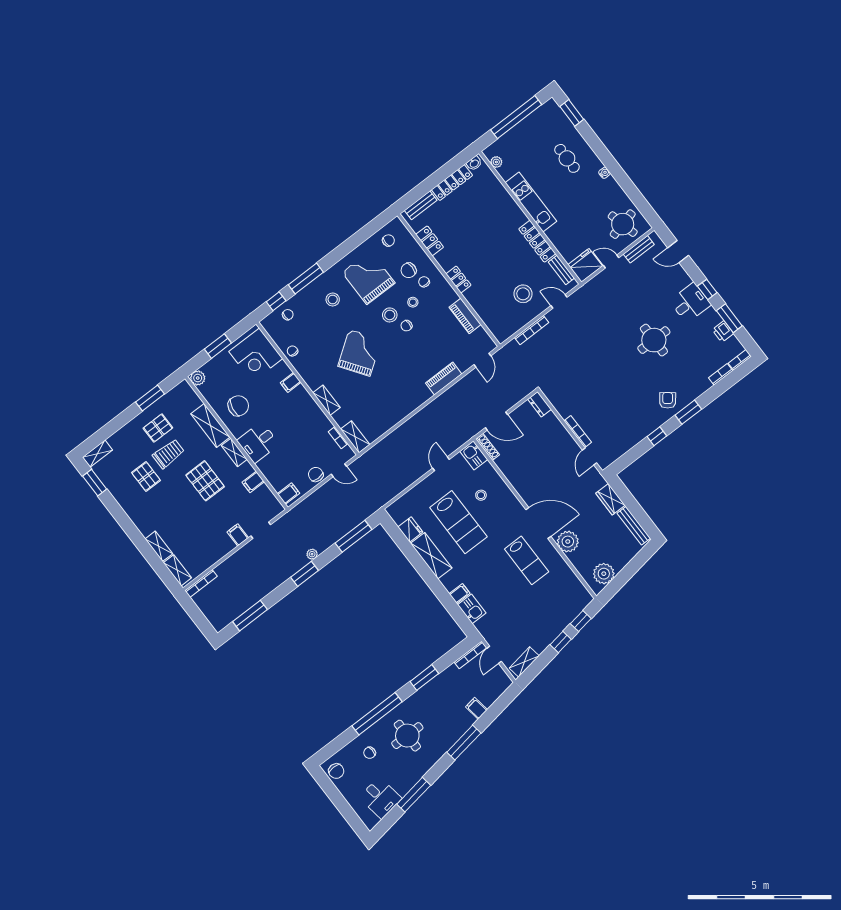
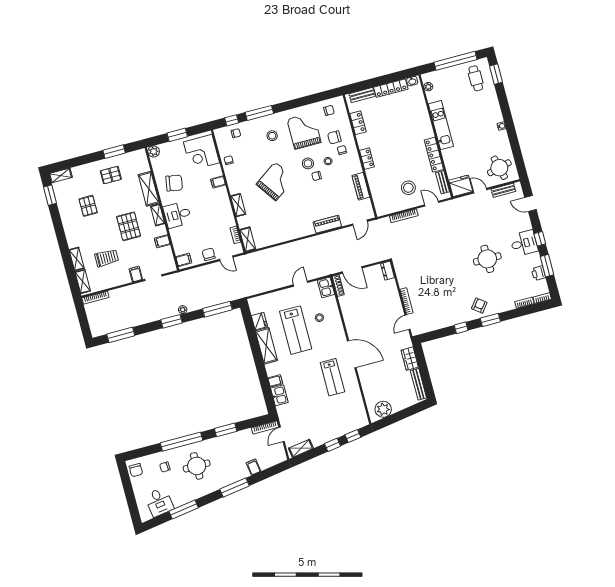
cafe table: (567, 158) -> (476, 78), moved
trolley: (168, 454) -> (107, 258), moved
plant: (568, 542) -> (367, 376), removed

